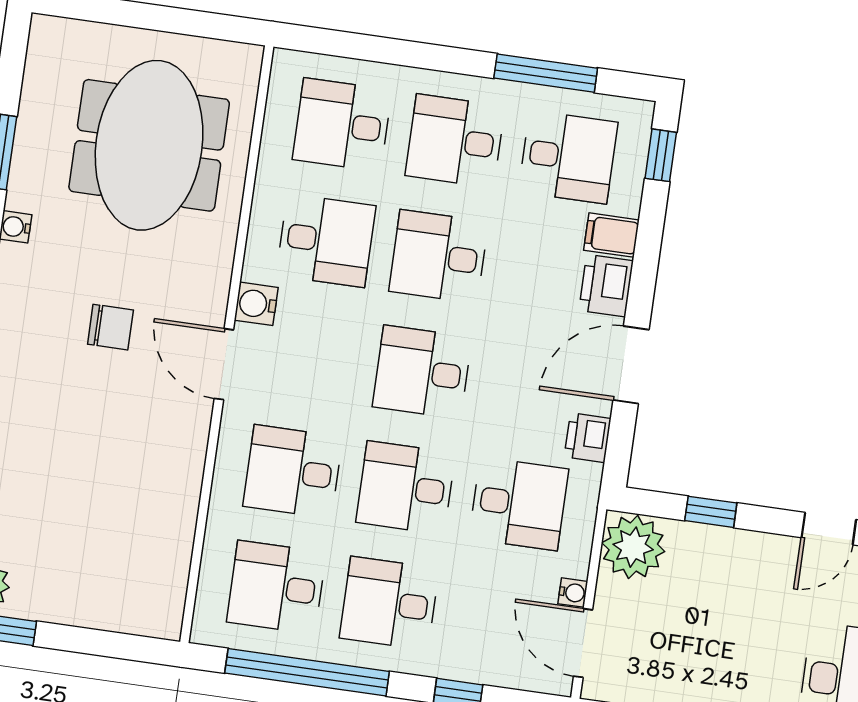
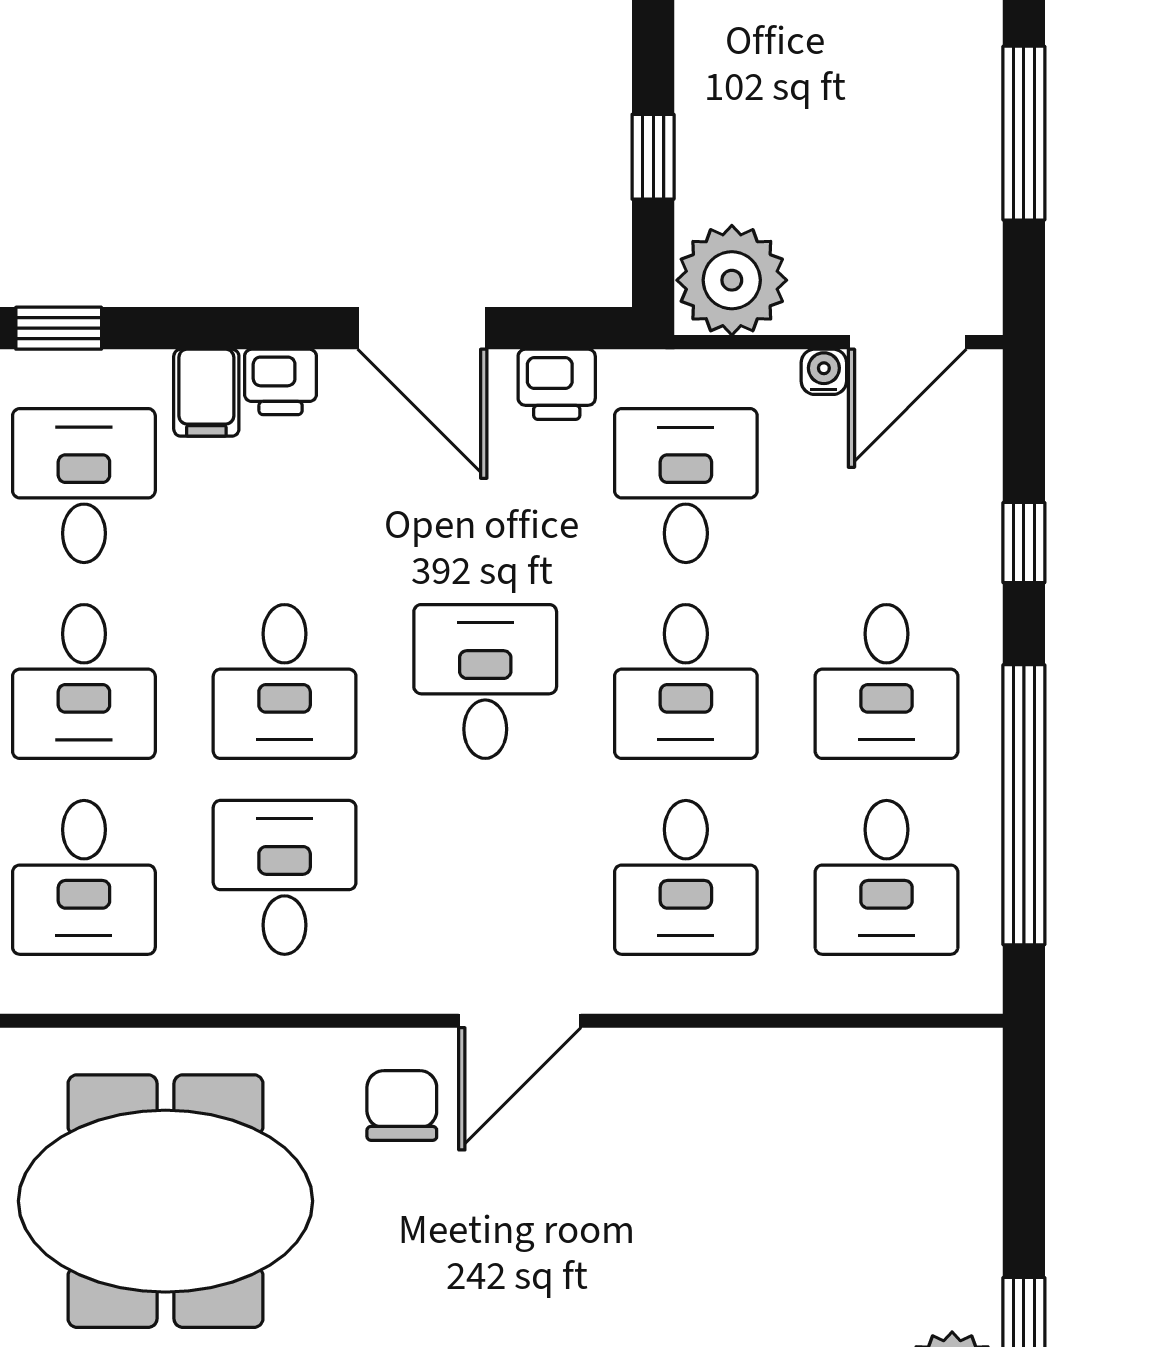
printer: (606, 286) -> (281, 382), width x0.73, depth x0.81
water cooler: (256, 304) -> (409, 980), removed
chair: (110, 327) -> (402, 1105), moved
desk: (422, 372) -> (485, 681), turned 180

